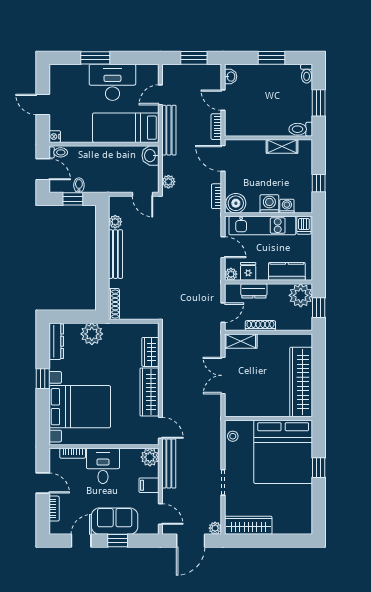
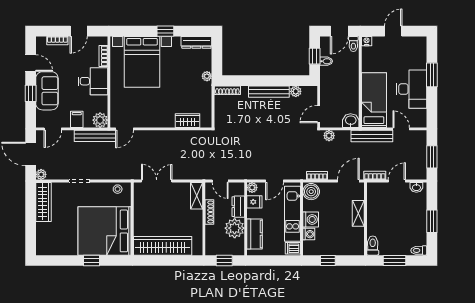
shelving: (282, 146) -> (358, 213), moved
plant: (301, 295) -> (235, 228), moved
plant: (92, 334) -> (207, 76), width x0.53, depth x0.53
double door: (223, 375) -> (157, 181), moved
wardrobe: (149, 392) -> (154, 120), removed

